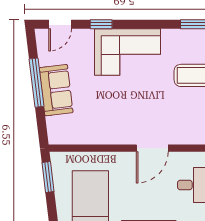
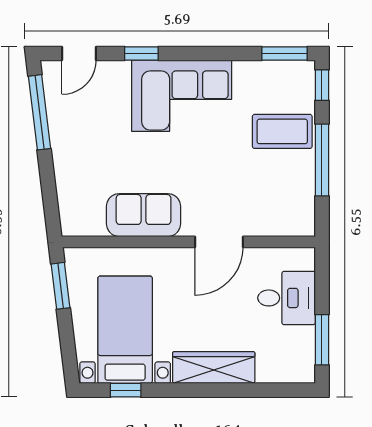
window: (37, 83) -> (40, 112), moved
sofa: (56, 90) -> (144, 215), moved, turned -83

